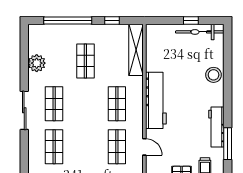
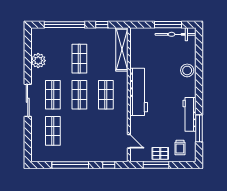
window: (191, 20) -> (168, 25), width x2.17
shop shelf: (117, 147) -> (79, 95), moved
door: (144, 147) -> (129, 141), moved

